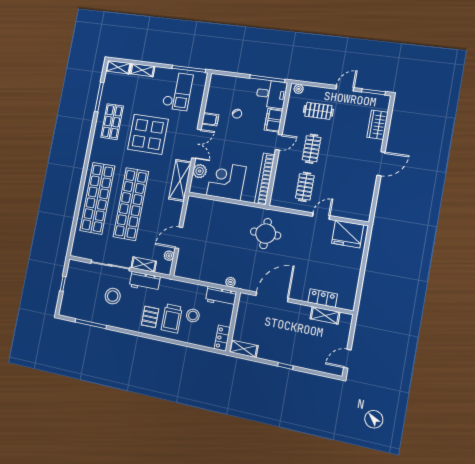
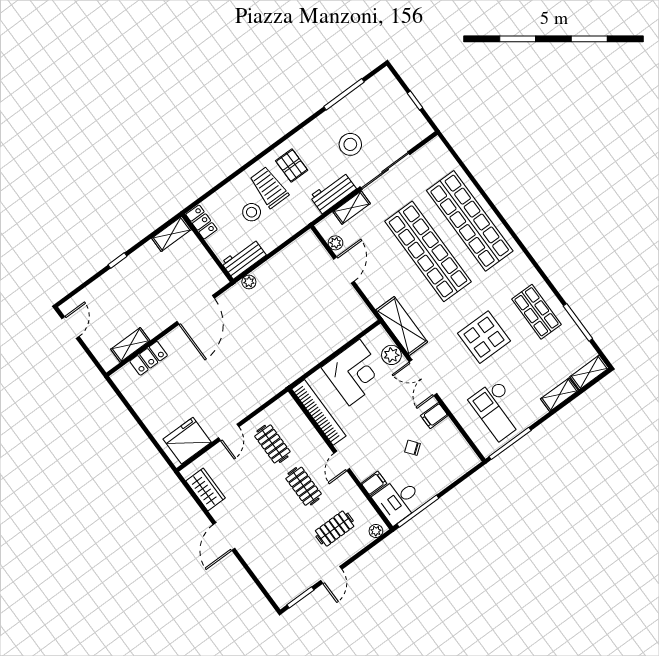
filing cabinet: (274, 120) -> (374, 483), width x0.50
wardrobe: (378, 125) -> (206, 489), moved
display table: (148, 134) -> (484, 337), width x0.73, depth x0.73
round table: (266, 234) -> (264, 362), removed

